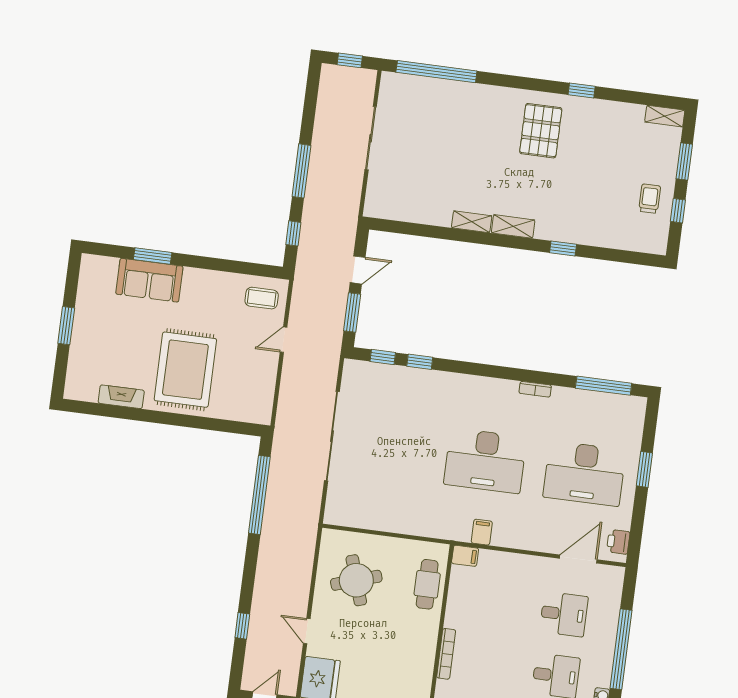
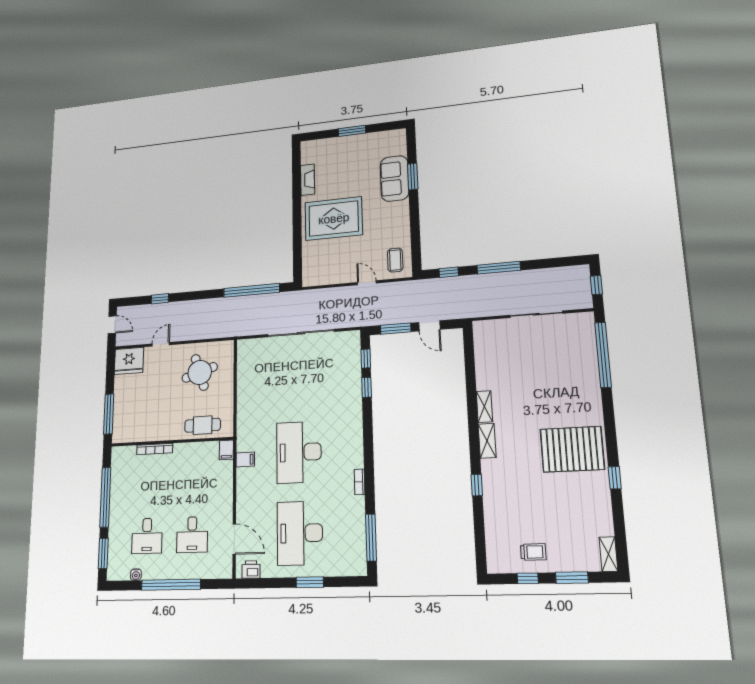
pallet: (541, 131) -> (572, 449), width x1.37, depth x1.41

